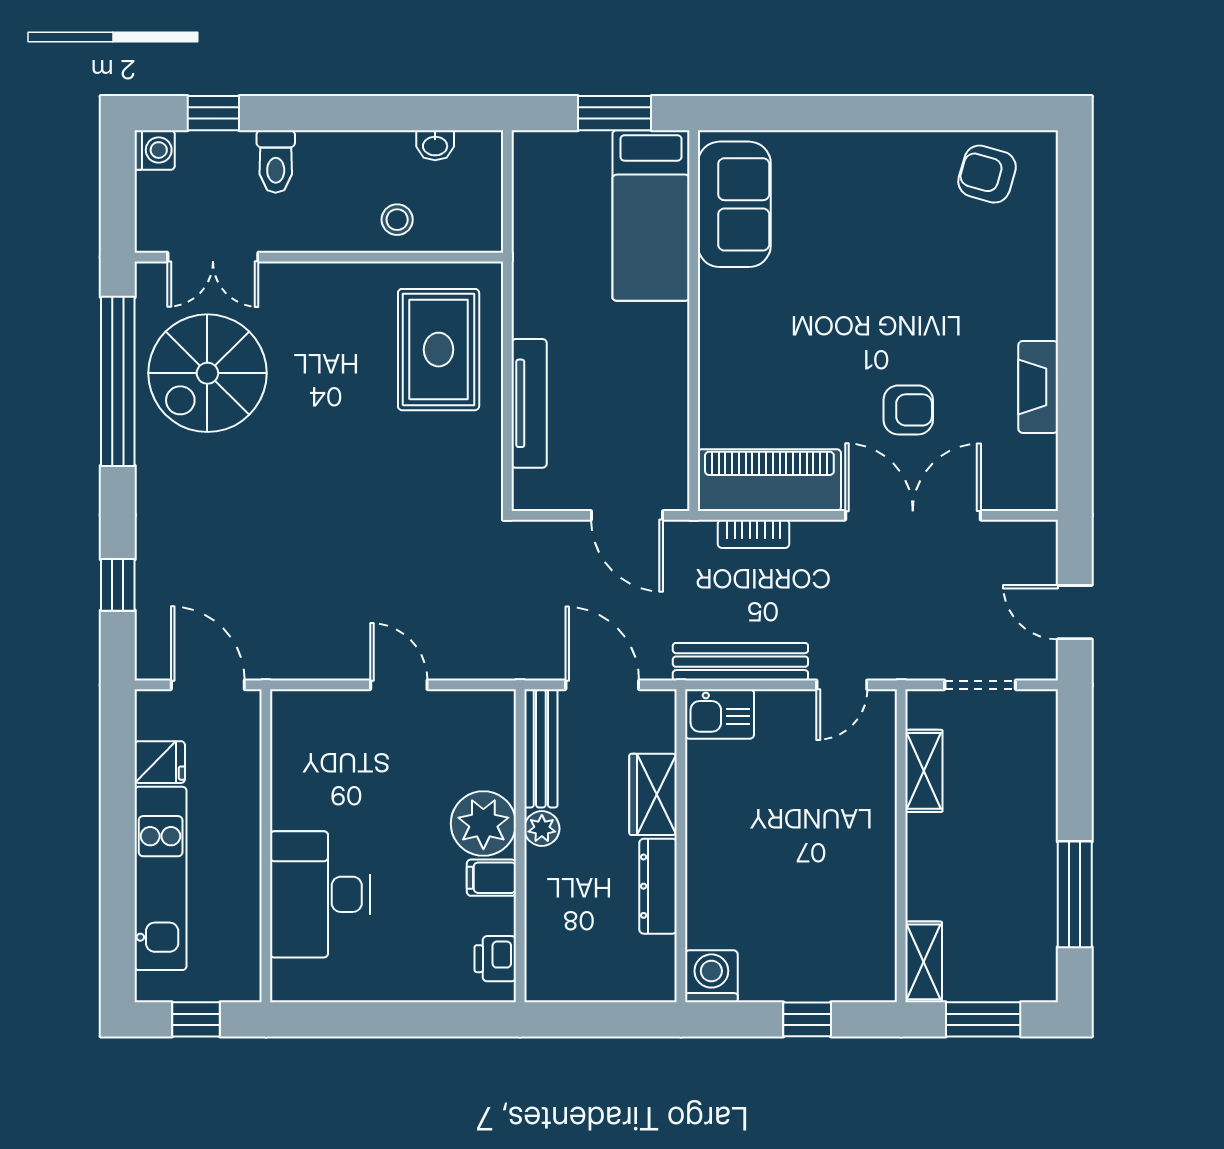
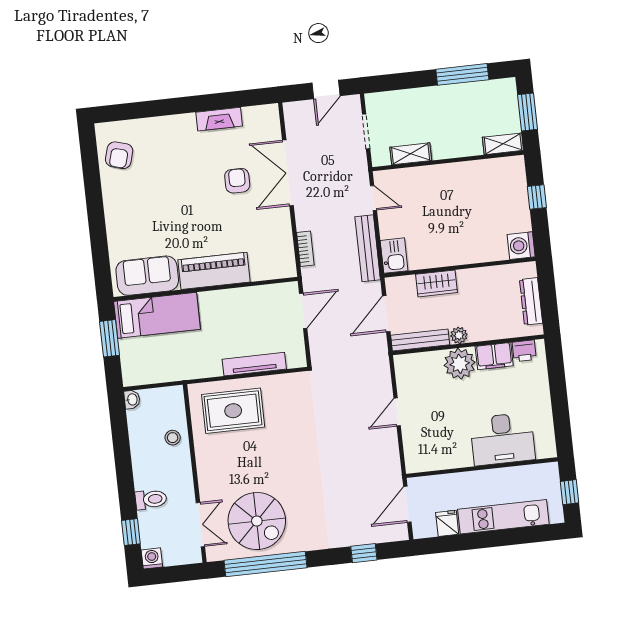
washbasin: (435, 145) -> (132, 399), moved
piano: (769, 480) -> (214, 271), moved, turned 90
filing cabinet: (491, 878) -> (494, 356), width x2.00
dresser: (658, 886) -> (531, 301), moved, turned 90

